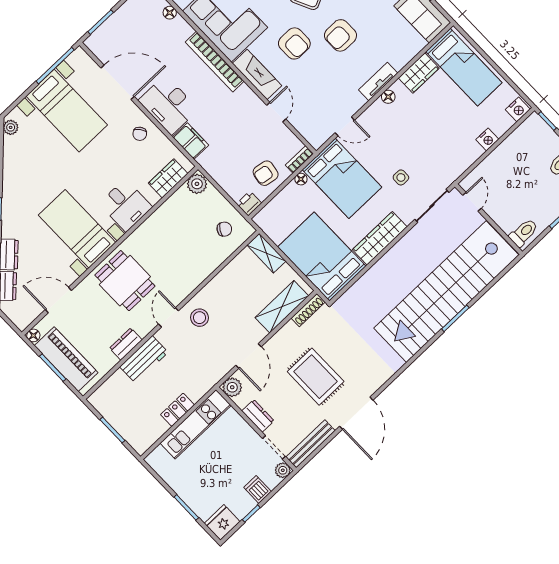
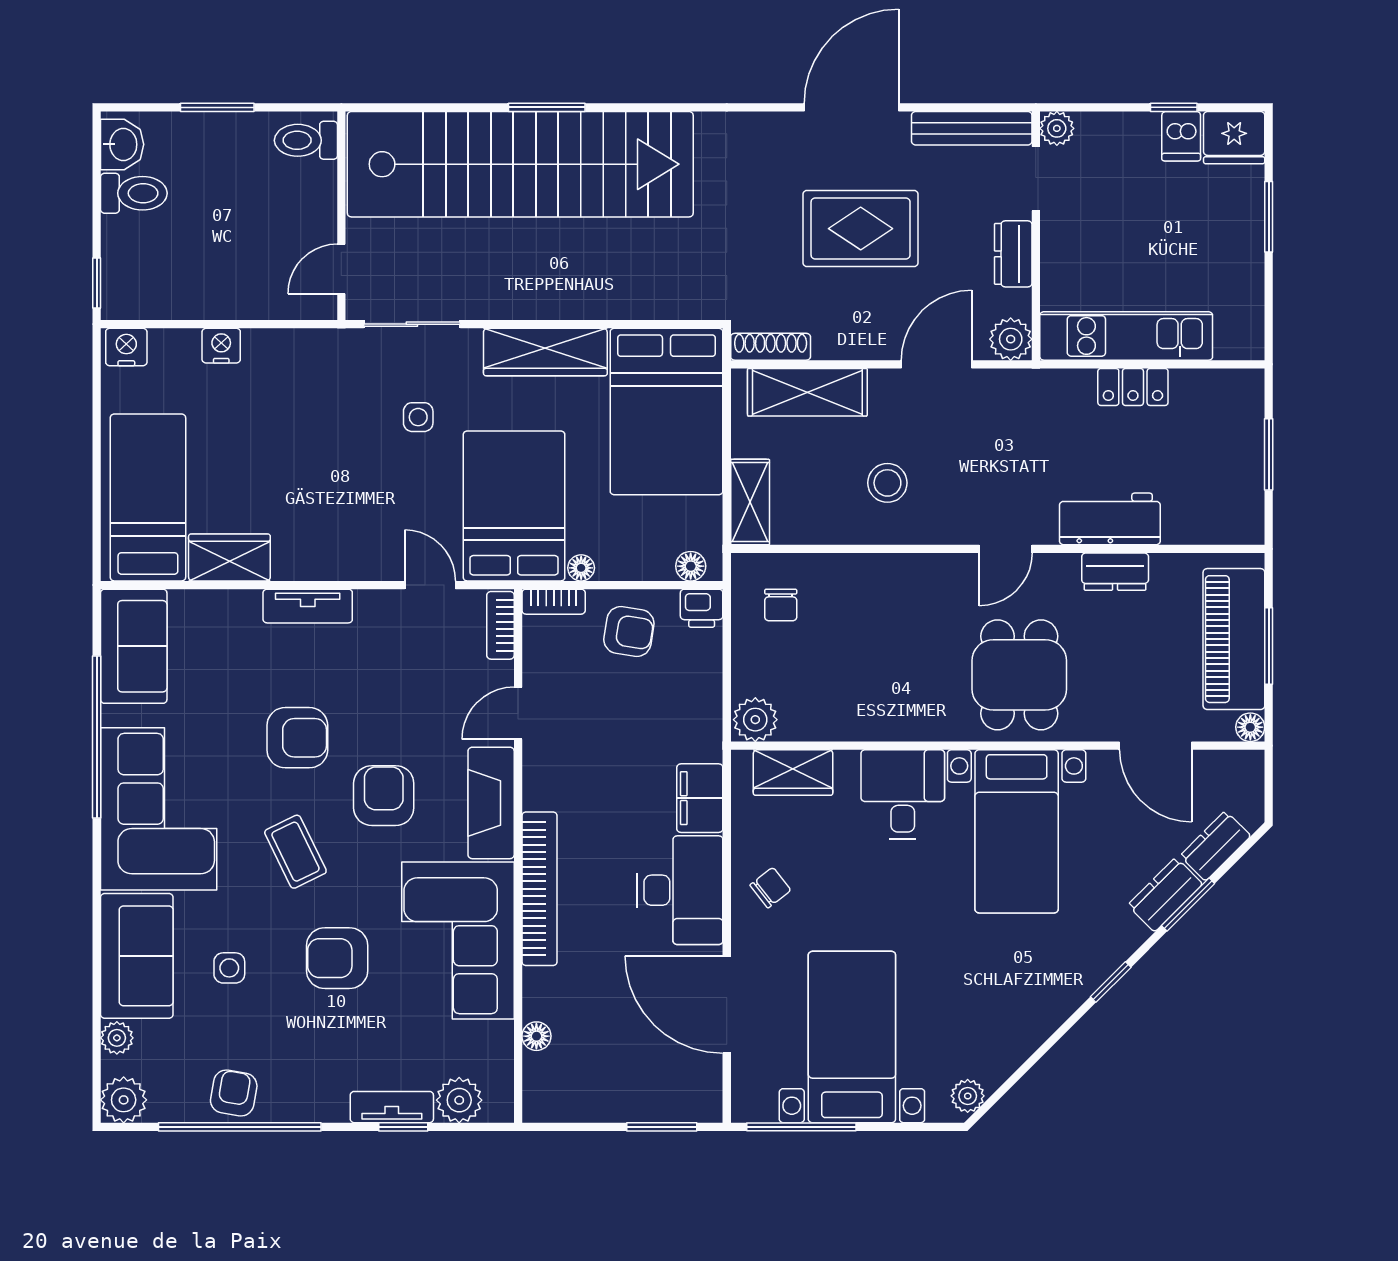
floor lamp: (388, 97) -> (691, 566), moved
bookcase: (309, 135) -> (500, 625), added
chair: (224, 229) -> (781, 605), turned -123
stool: (200, 318) -> (887, 483), moved
rug: (316, 377) -> (861, 229), turned 90
dishwasher: (258, 490) -> (1181, 136), moved

